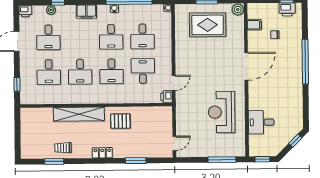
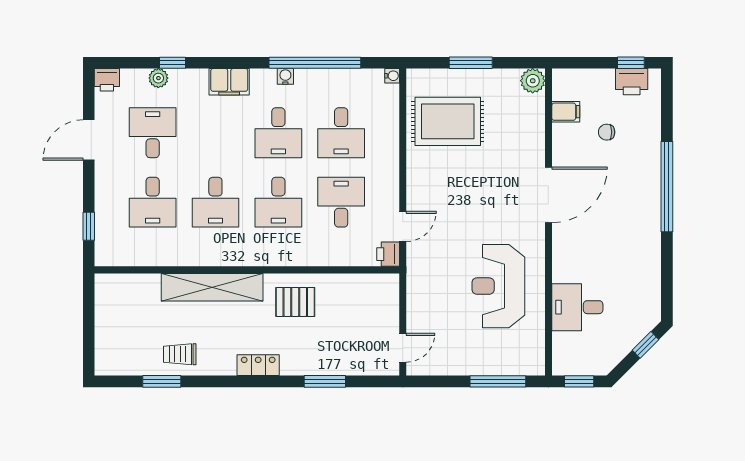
rug: (208, 25) -> (448, 121), moved
desk: (48, 37) -> (153, 133), turned 180

